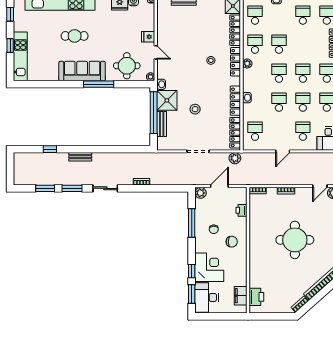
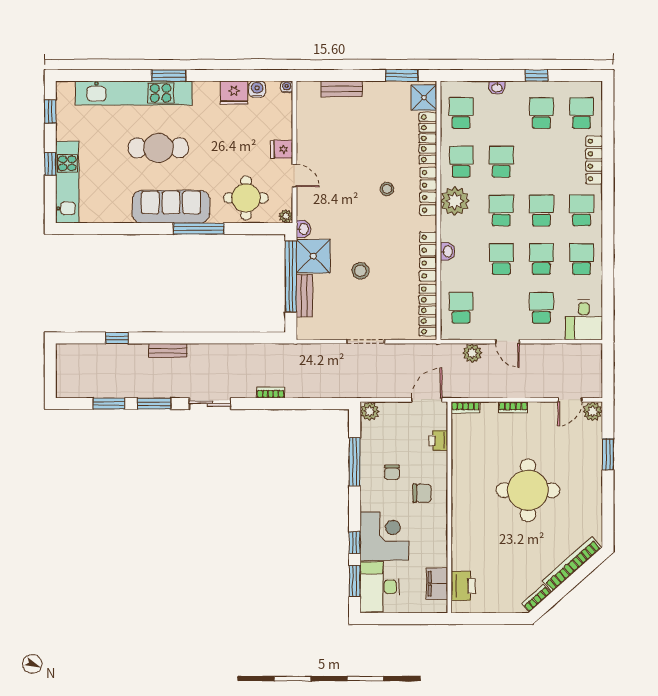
cafe table: (75, 36) -> (158, 148), width x1.37, depth x1.35
plant: (247, 64) -> (455, 201), width x1.87, depth x1.87
door: (283, 151) -> (508, 342), hinge flipped
plant: (235, 158) -> (472, 353), moved
door: (219, 186) -> (427, 400), moved

